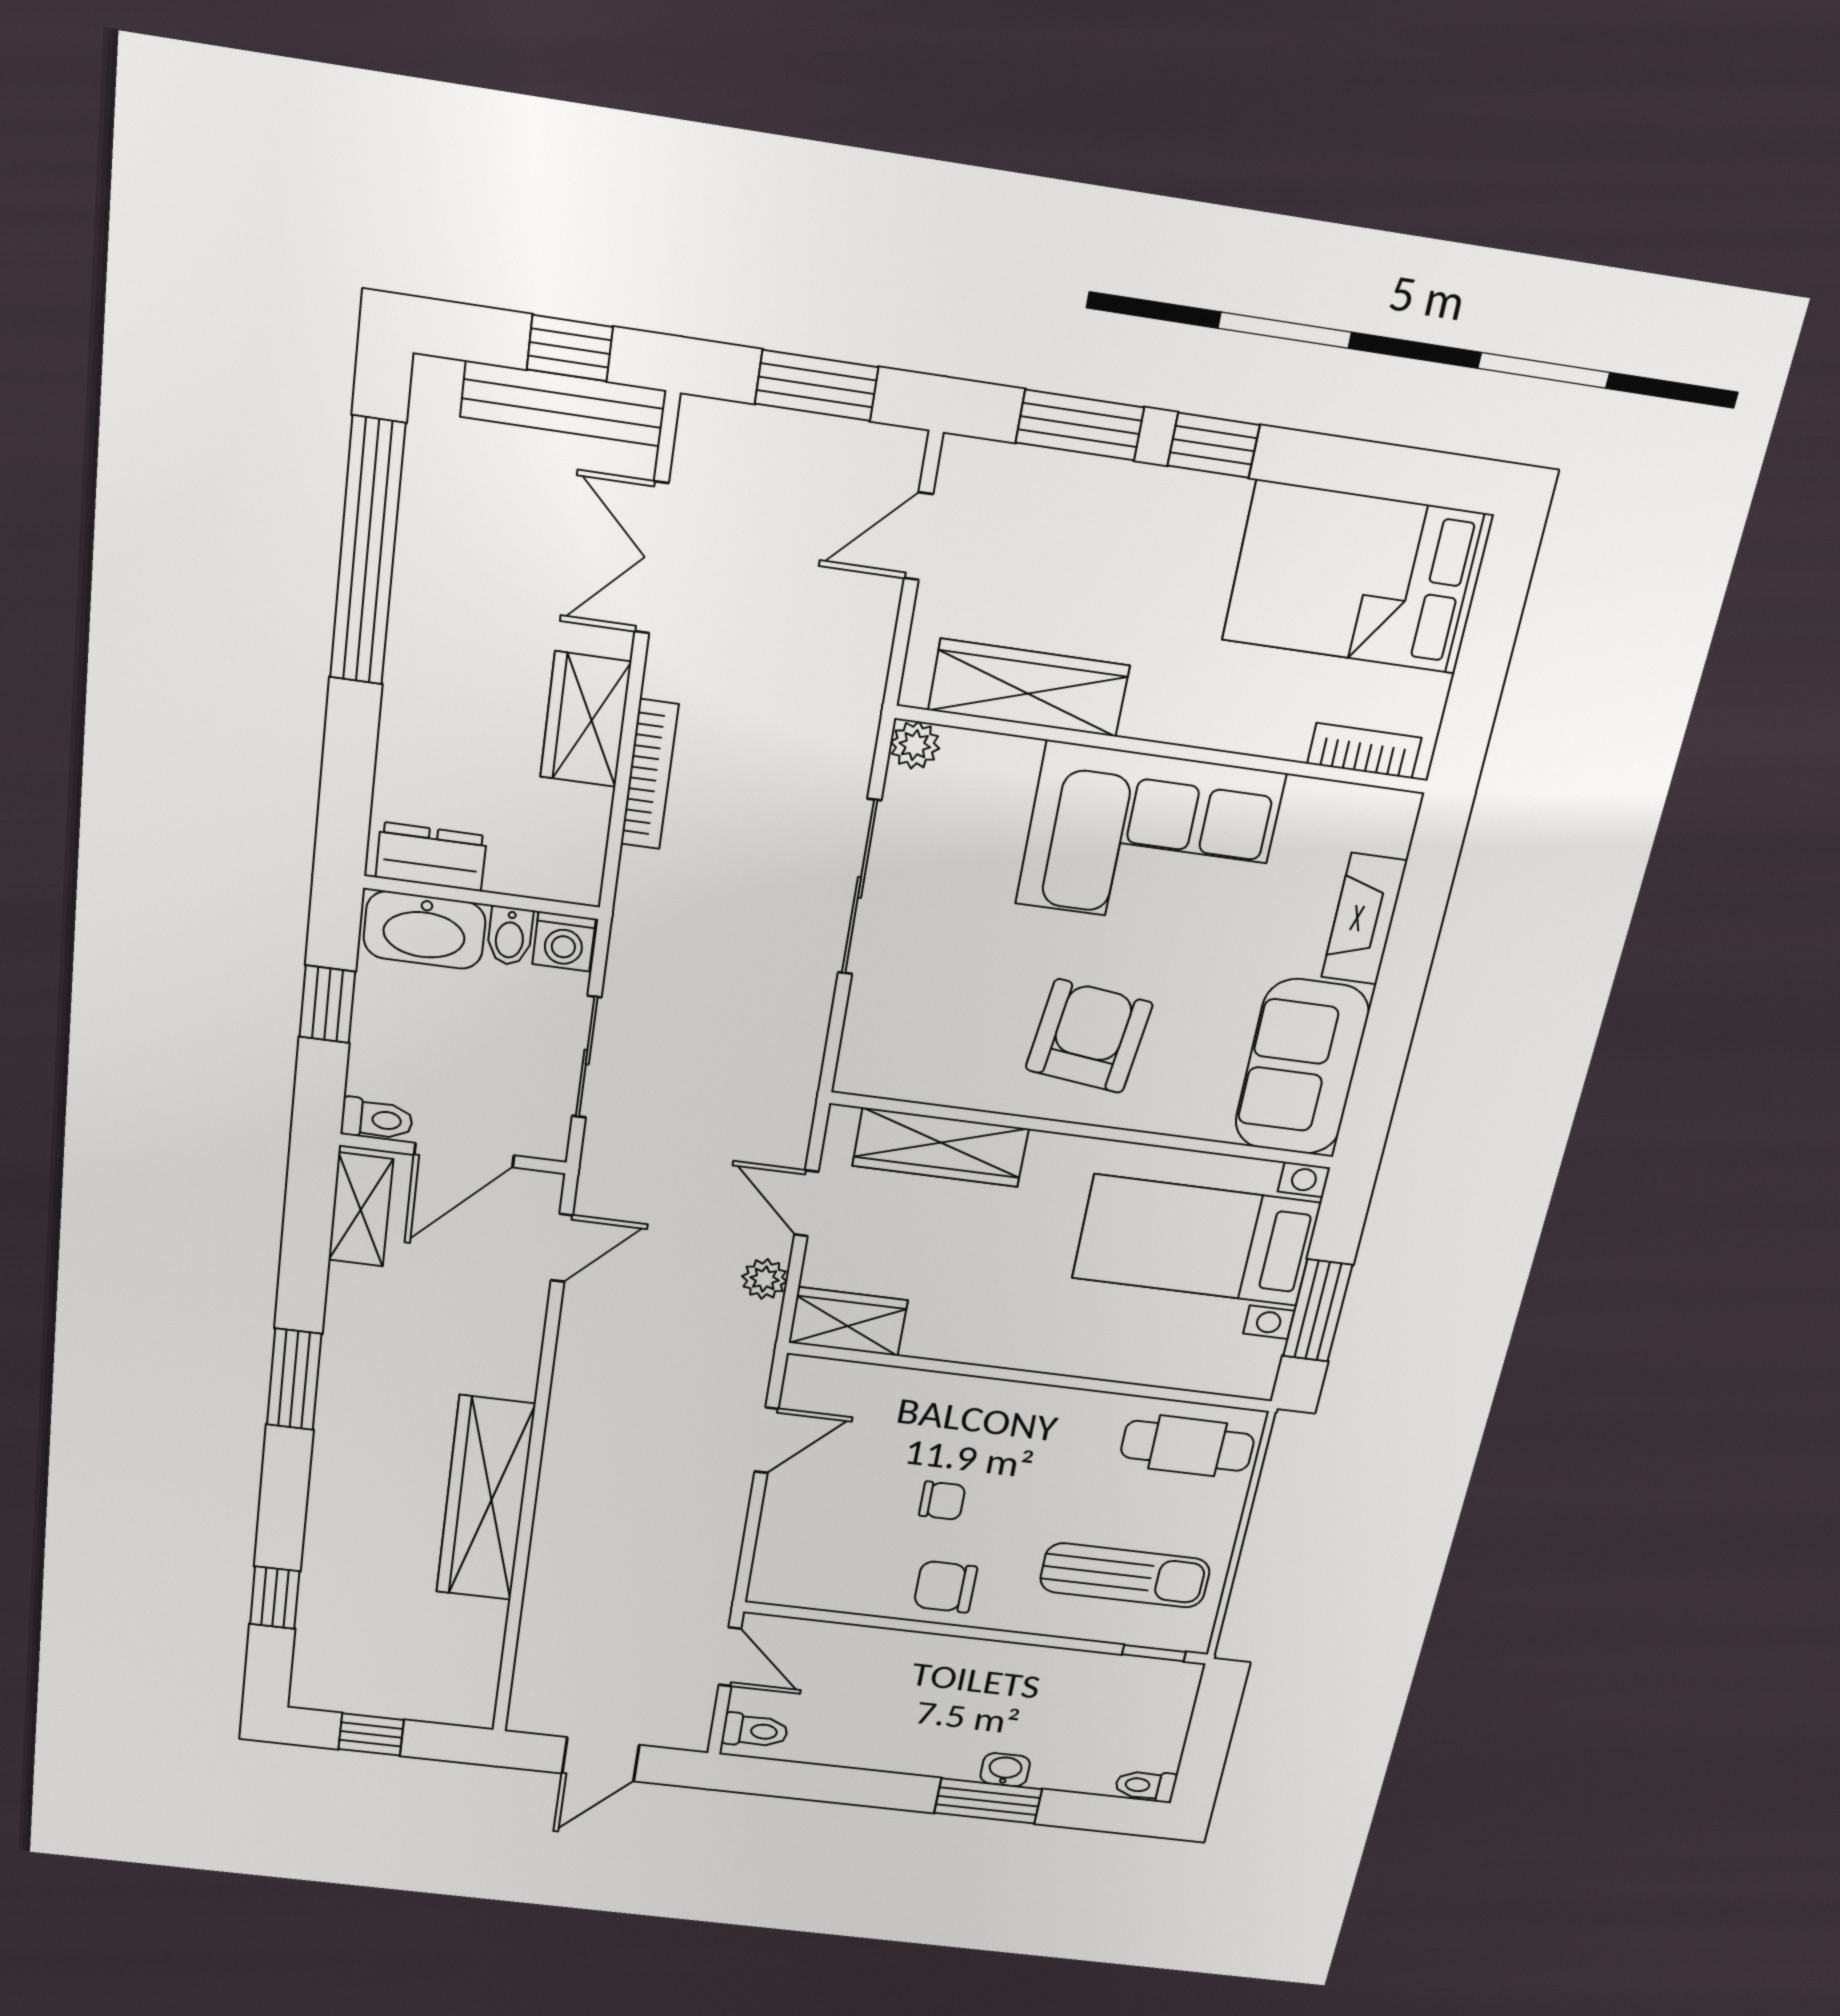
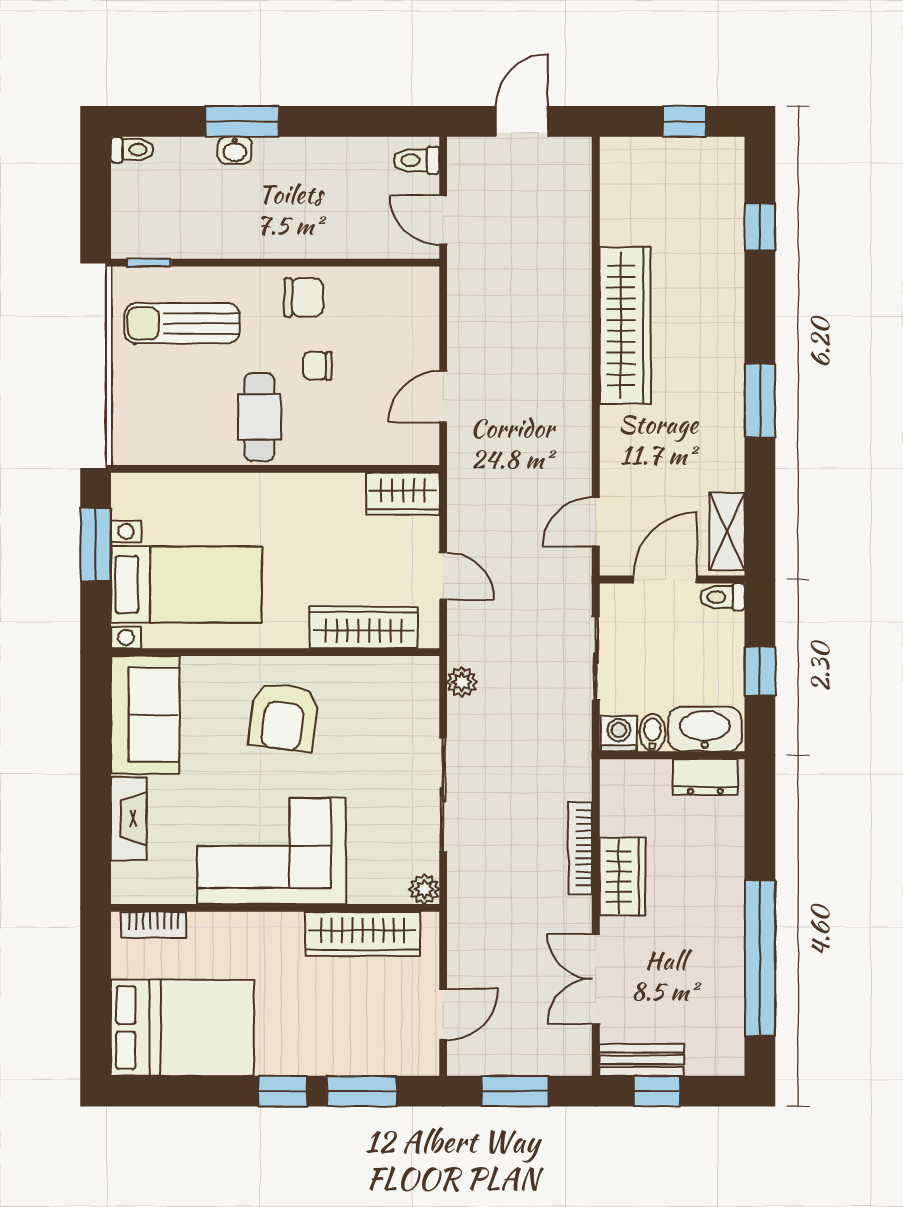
bench: (563, 404) -> (642, 1060), width x0.73
double door: (651, 558) -> (596, 979), swing flipped
plant: (765, 1279) -> (462, 682), moved
cafe table: (1187, 1446) -> (259, 417), moved, turned 90

